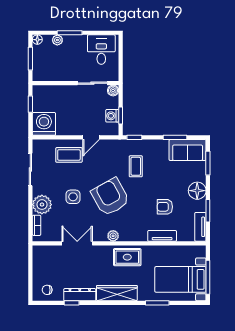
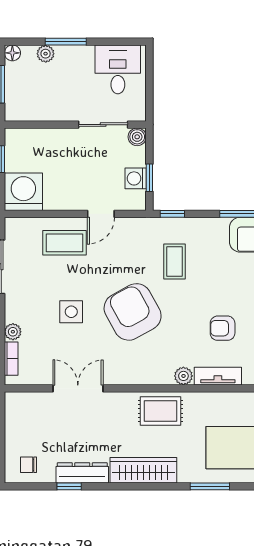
plant: (42, 205) -> (13, 332), width x0.53, depth x0.53
plant: (113, 236) -> (183, 376), moved

